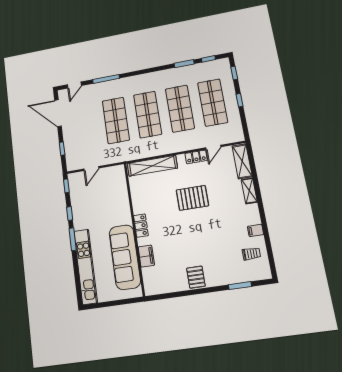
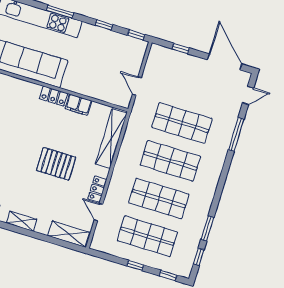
door: (74, 85) -> (248, 95), swing flipped
door: (58, 113) -> (225, 62), hinge flipped
door: (91, 169) -> (137, 86), moved
shelving: (249, 191) -> (22, 221), moved
pallet: (192, 198) -> (56, 164), turned 90
window: (73, 239) -> (60, 12), moved
filing cabinet: (146, 256) -> (78, 105), moved

